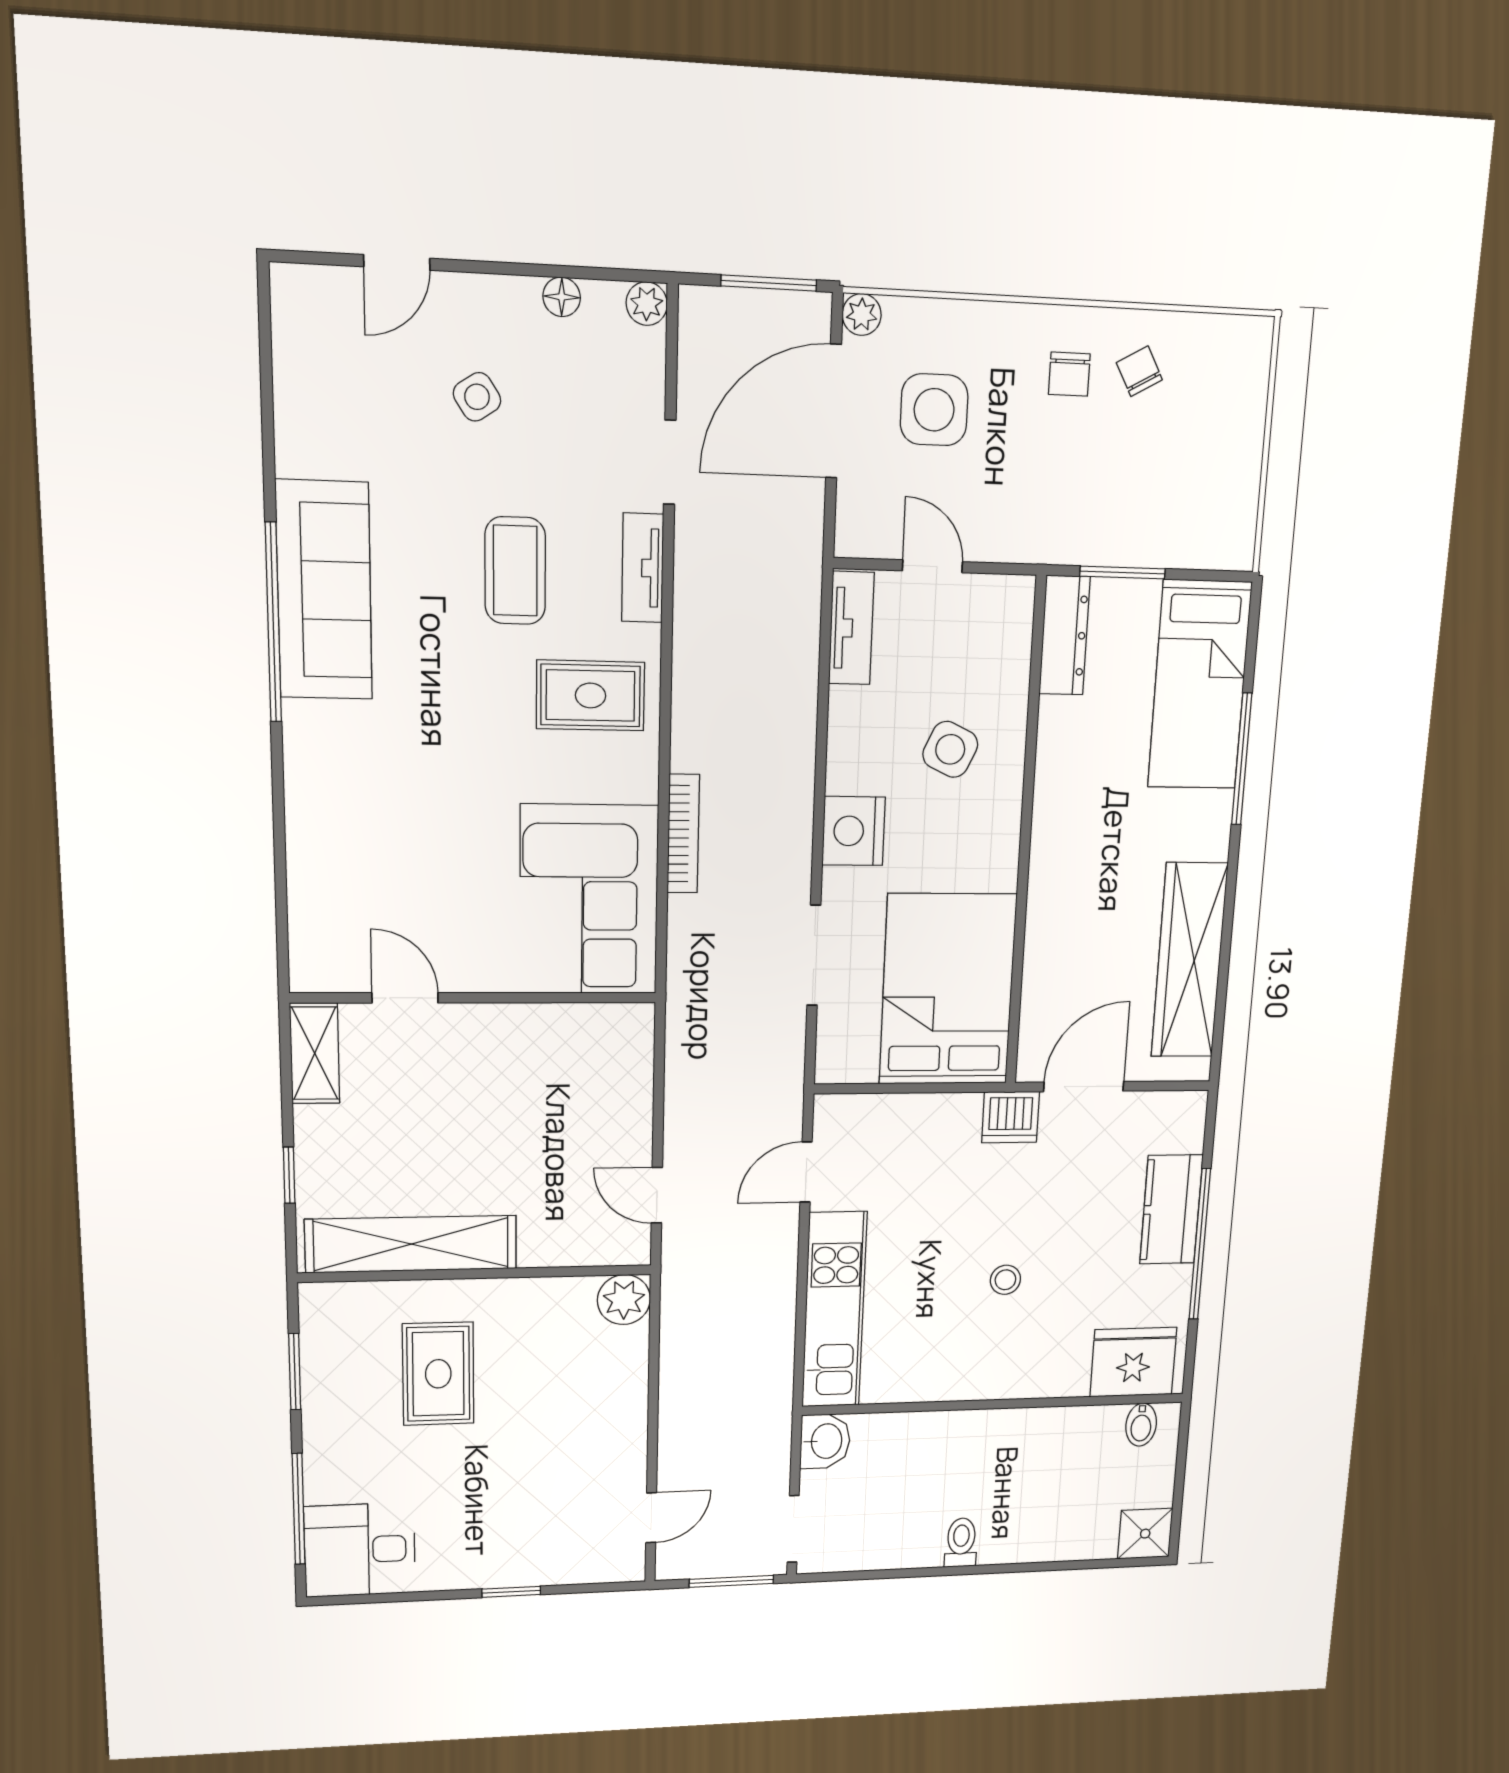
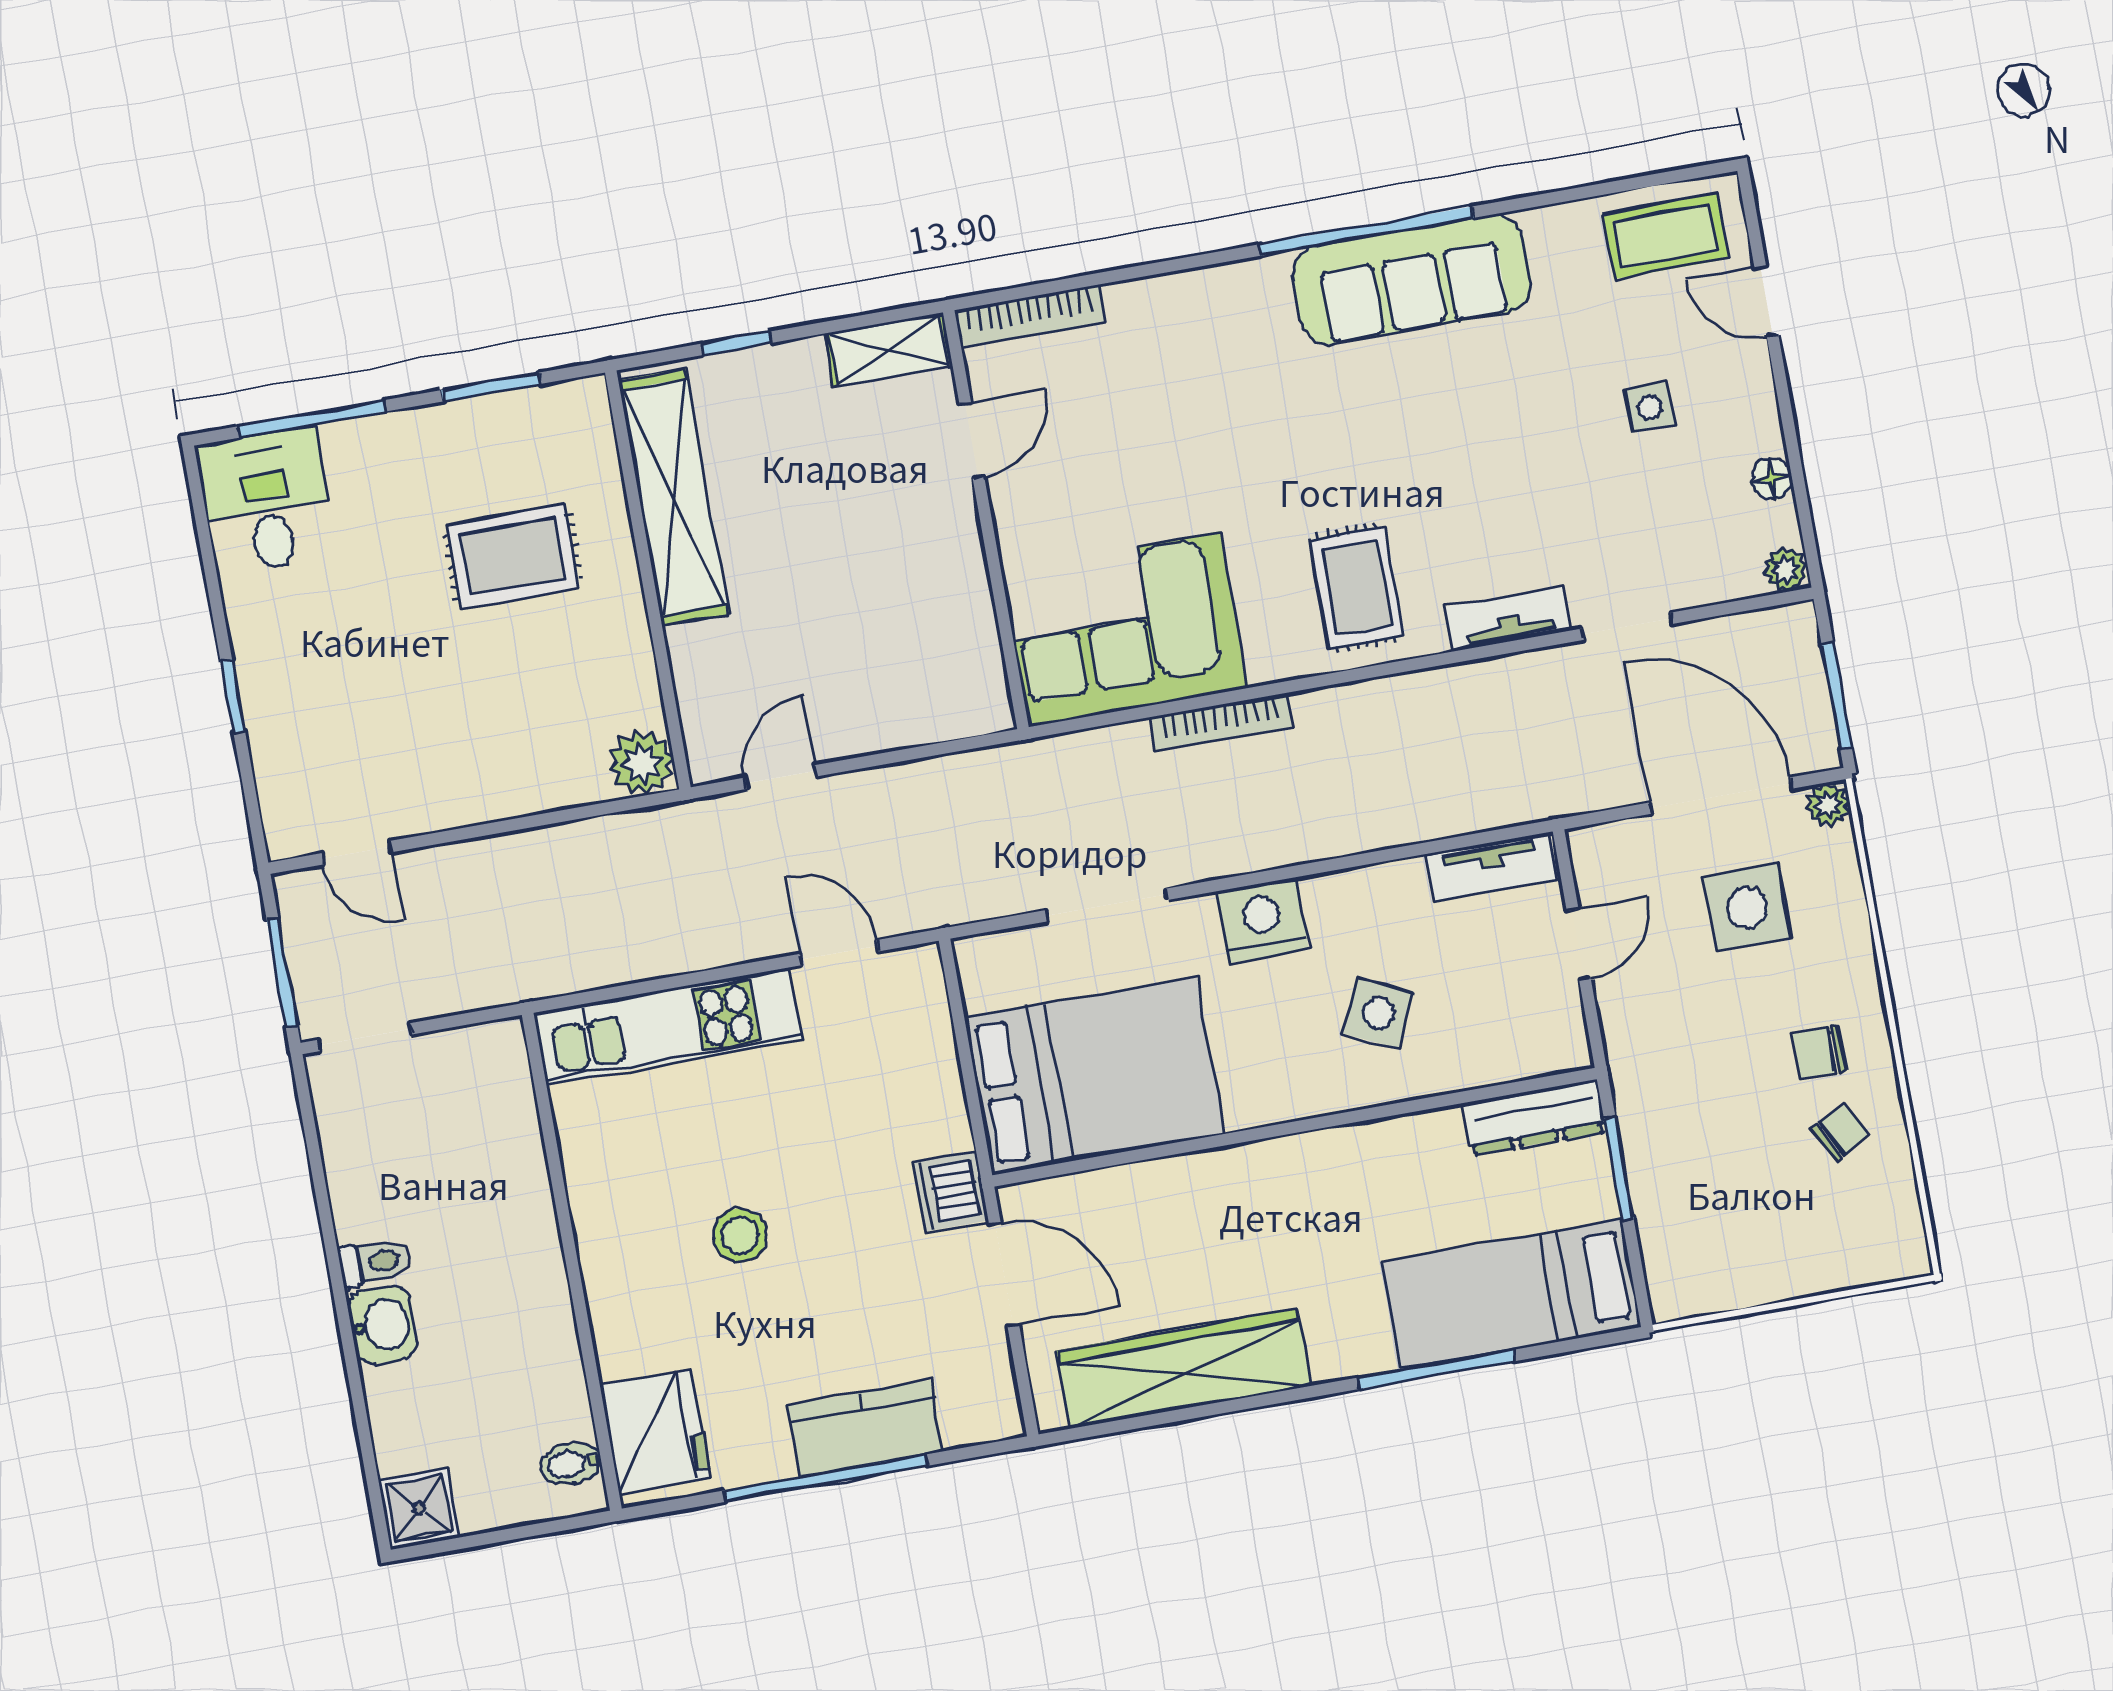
side table: (477, 397) -> (1650, 407), turned 33
coffee table: (515, 571) -> (1666, 236), moved
bookcase: (304, 931) -> (1030, 316), added
stool: (1005, 1280) -> (740, 1236), width x1.37, depth x1.37
washbasin: (825, 1441) -> (383, 1325), moved, turned -90

